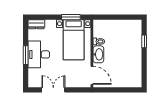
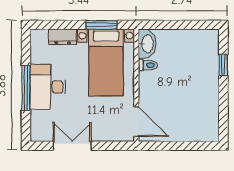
dresser: (36, 24) -> (63, 37), moved
washbasin: (98, 54) -> (147, 44), moved
window: (26, 55) -> (26, 88), width x1.44

